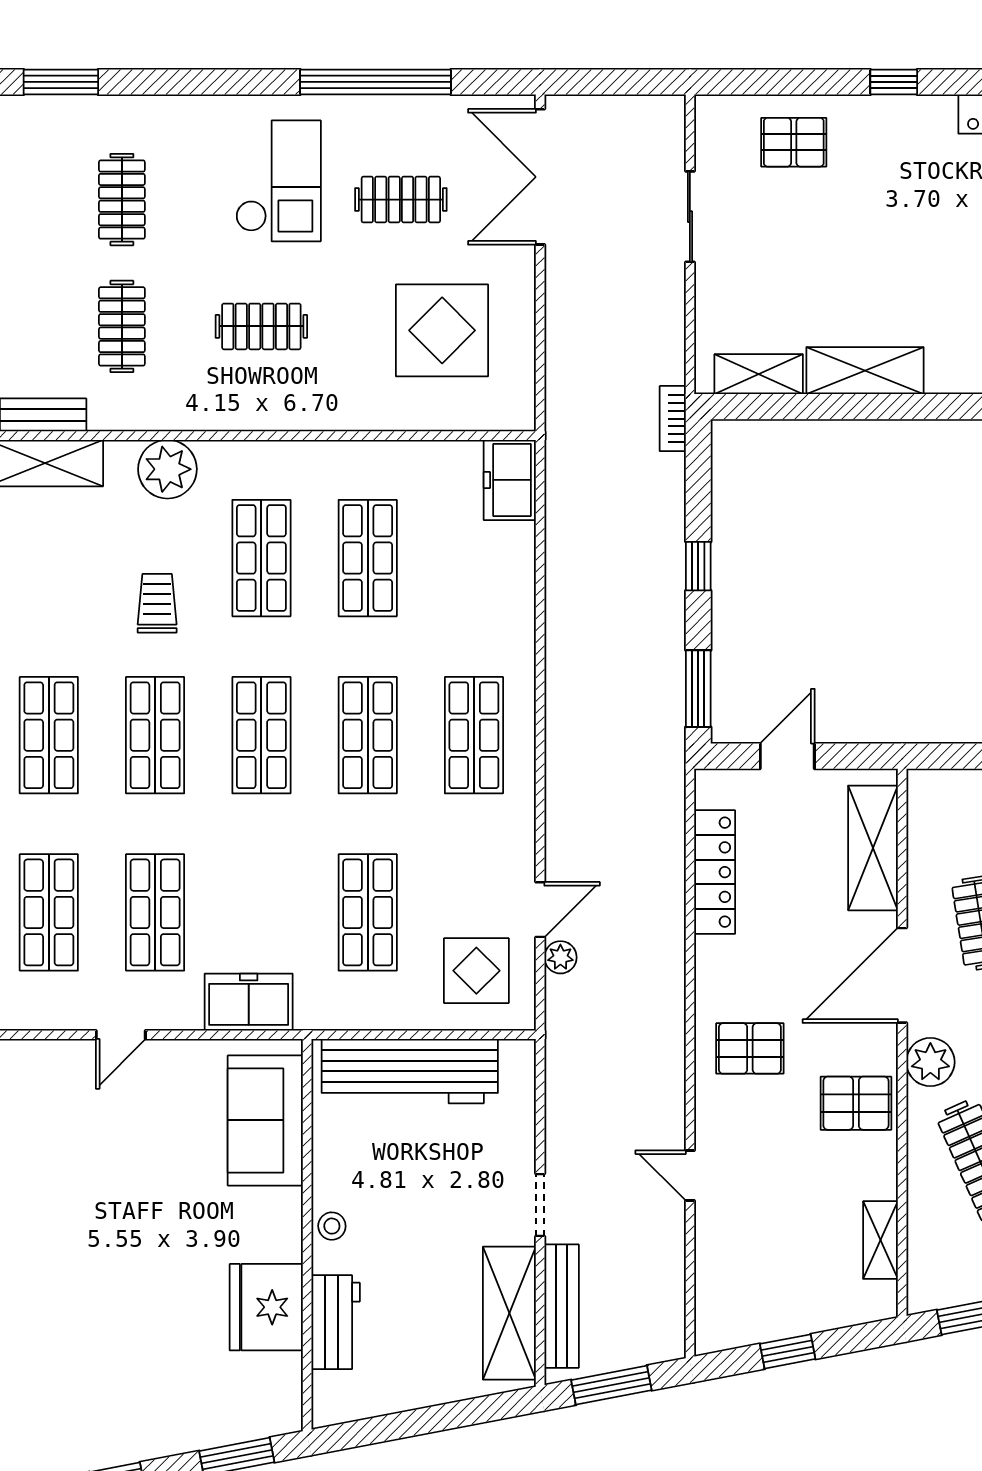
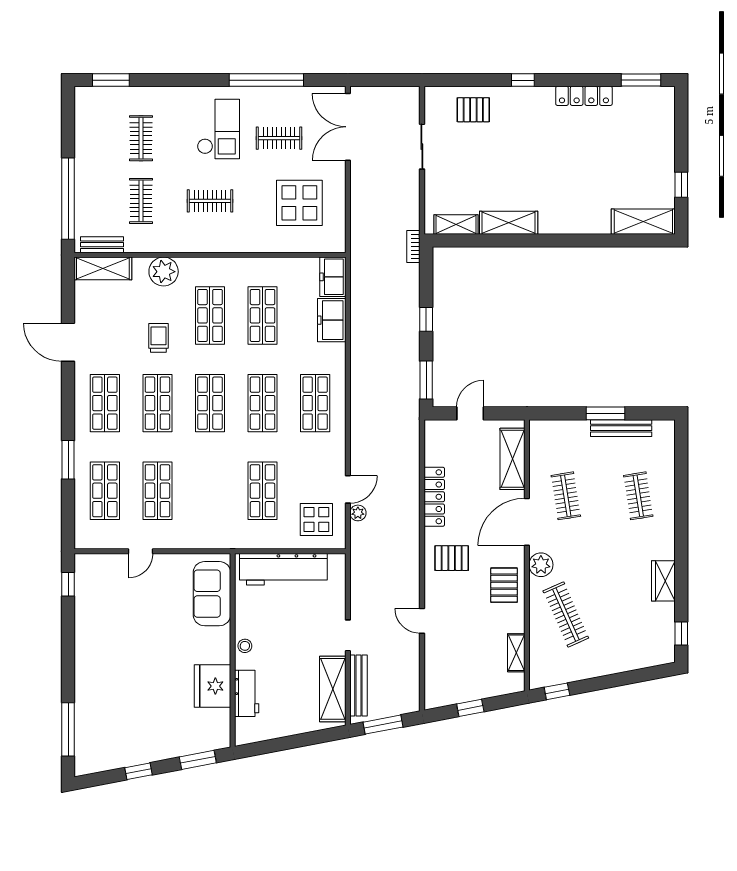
locker: (715, 872) -> (434, 497), moved
freezer: (249, 1002) -> (332, 320), moved, turned -90
pallet: (856, 1103) -> (504, 585), turned 90

